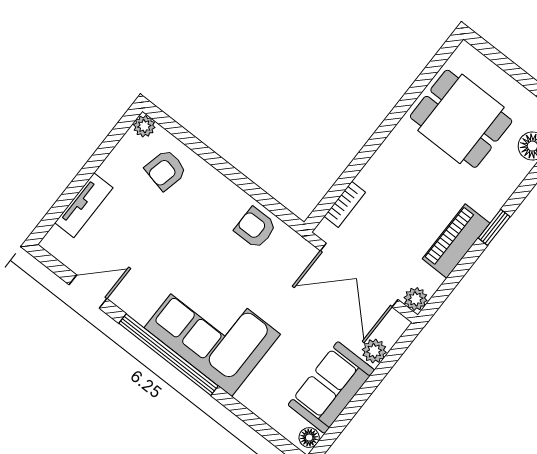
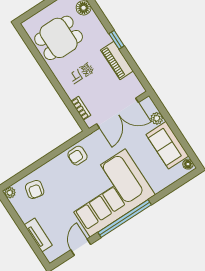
plant: (416, 299) -> (138, 90), removed
corner sofa: (212, 331) -> (108, 193), width x1.36, depth x1.36

